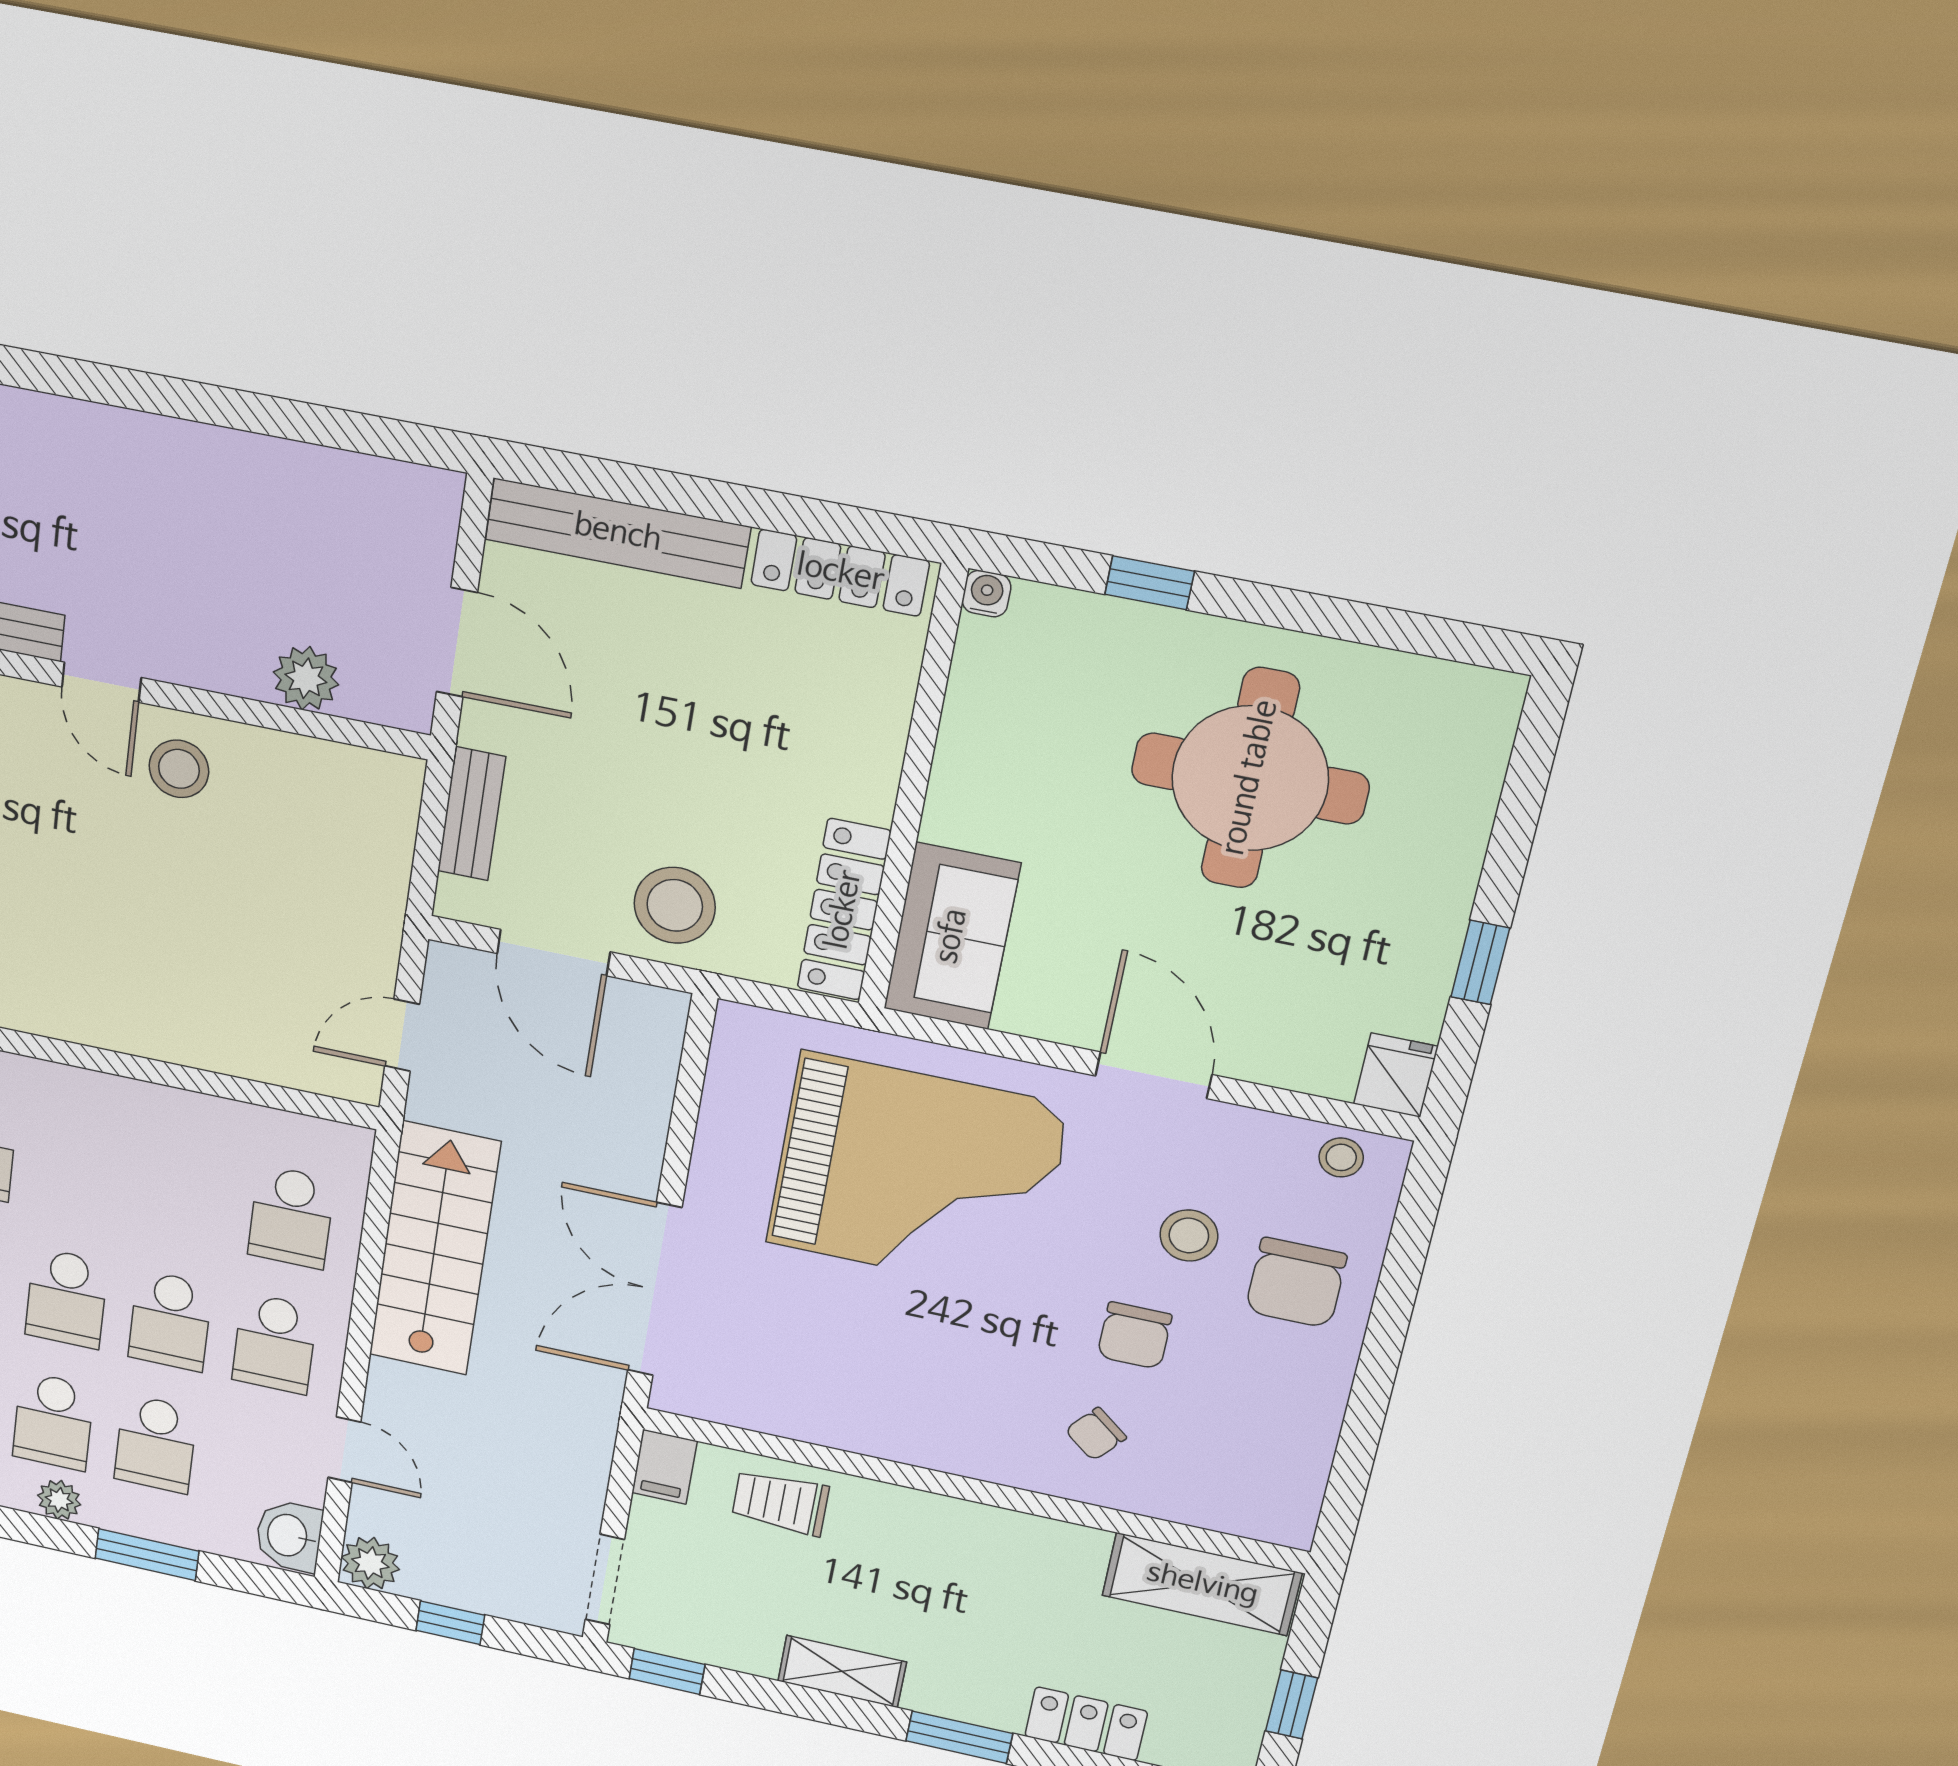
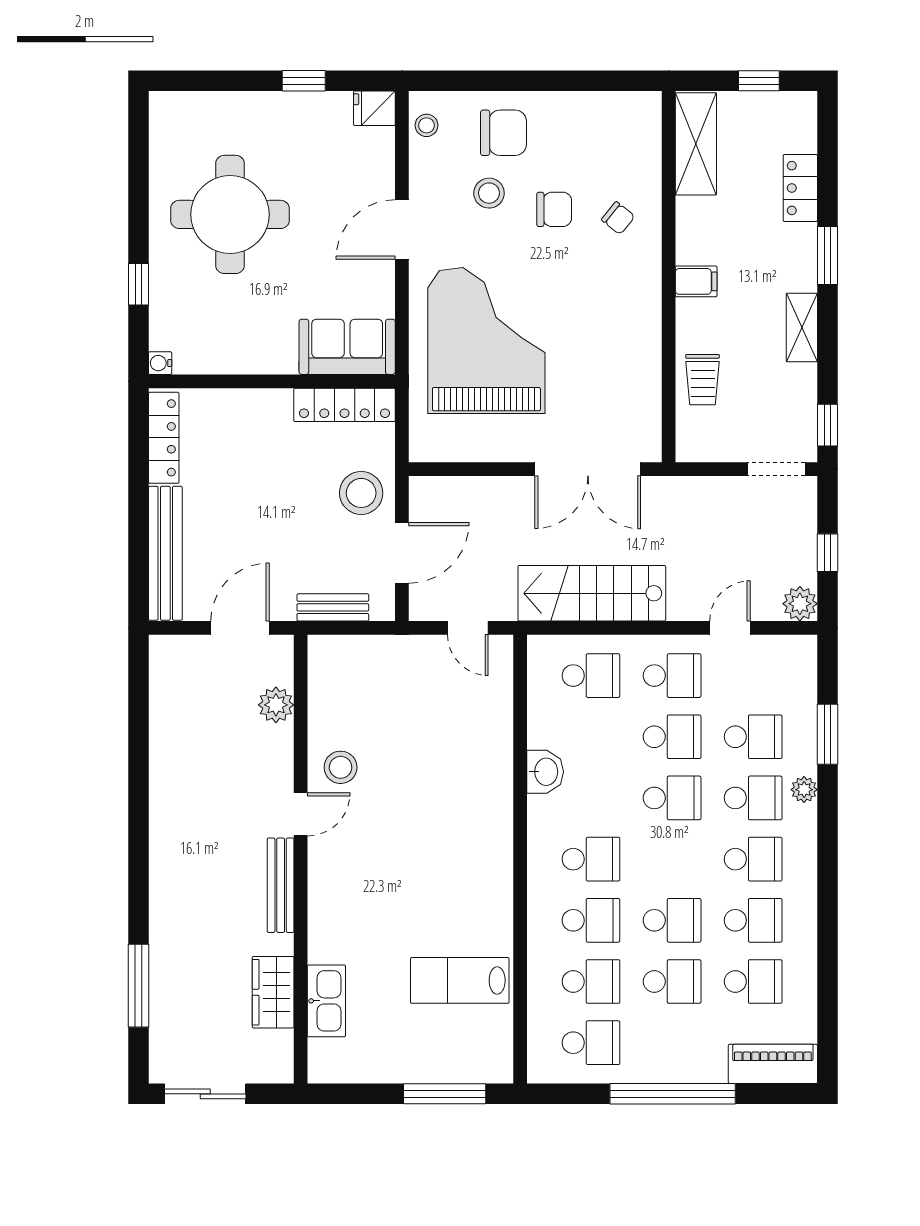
filing cabinet: (664, 1467) -> (696, 281), moved
washbasin: (289, 1536) -> (545, 772), moved, turned -90

